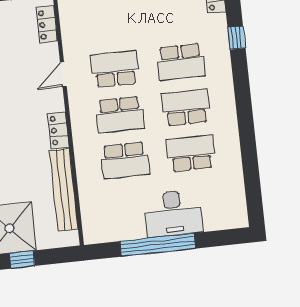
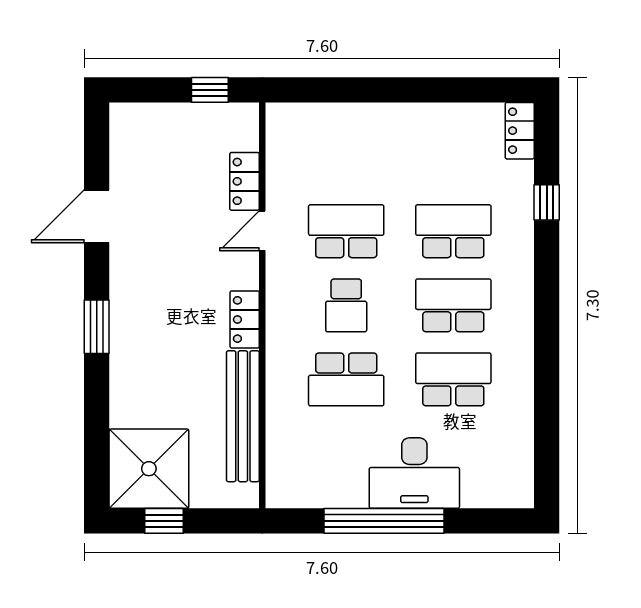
locker: (47, 24) -> (245, 181), moved
school desk: (181, 62) -> (453, 231), turned 180
school desk: (120, 115) -> (346, 305), width x0.54

